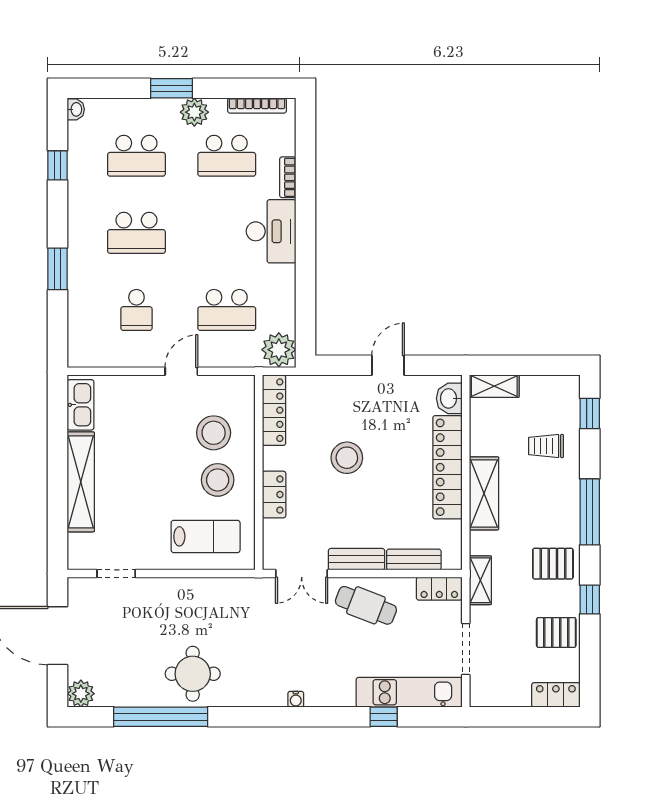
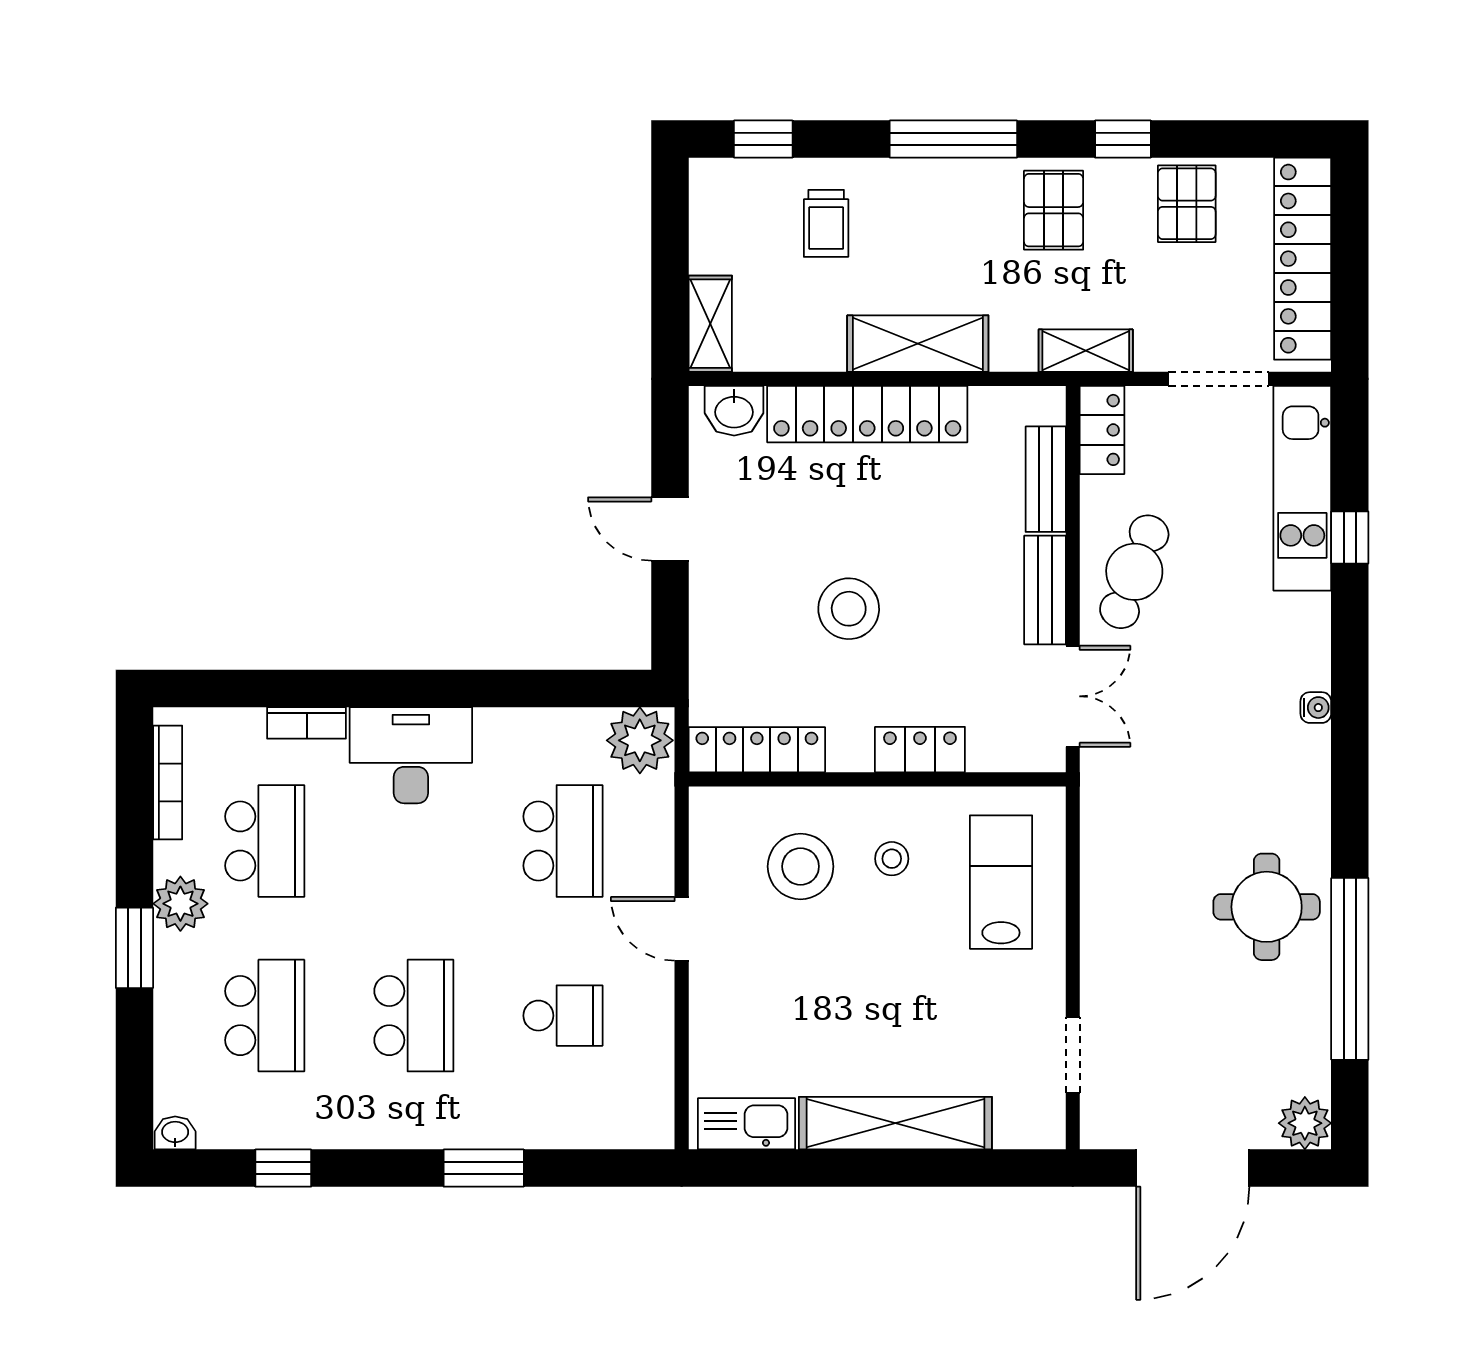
stool: (218, 480) -> (892, 859), width x0.53, depth x0.53
locker: (556, 695) -> (1303, 259), width x2.16, depth x1.21

